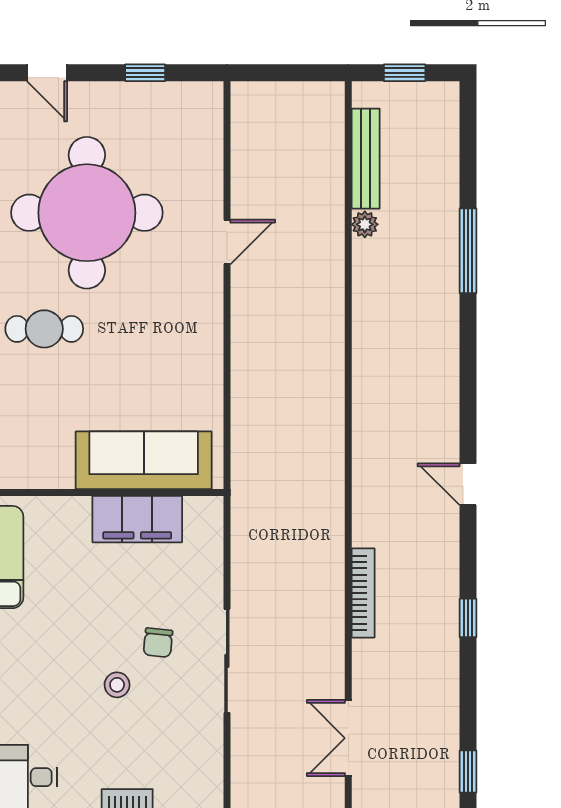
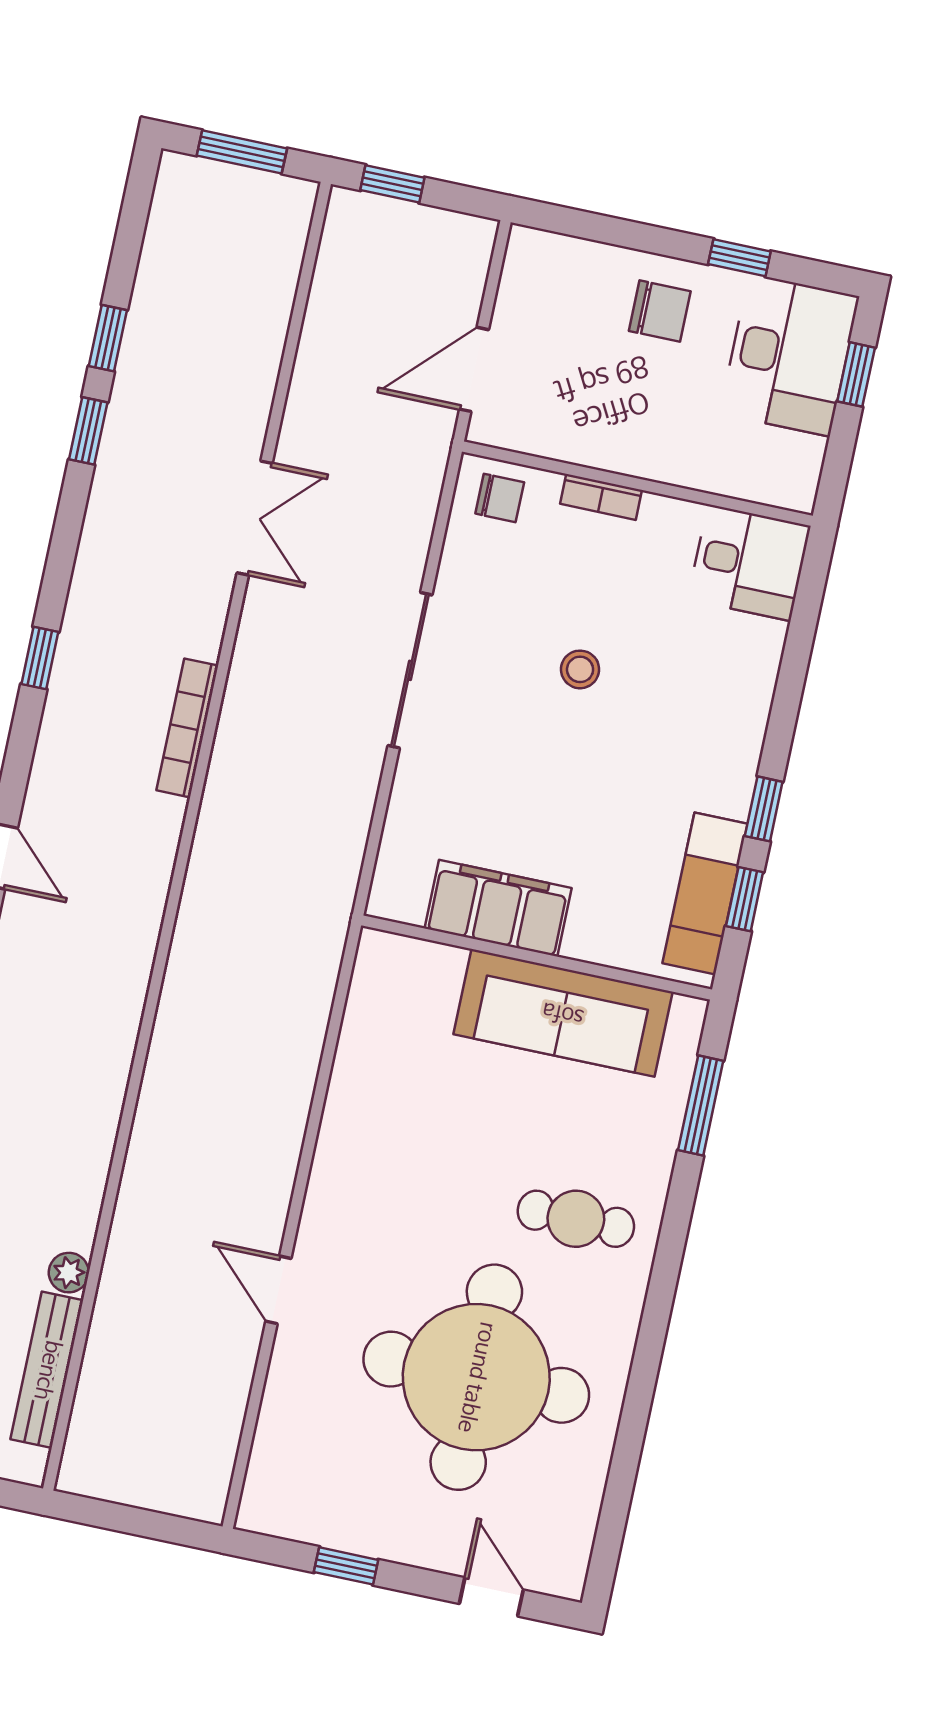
door: (227, 242) -> (278, 1290), hinge flipped
sofa: (144, 460) -> (563, 1013), moved
chair: (158, 643) -> (500, 498), moved, turned 84

